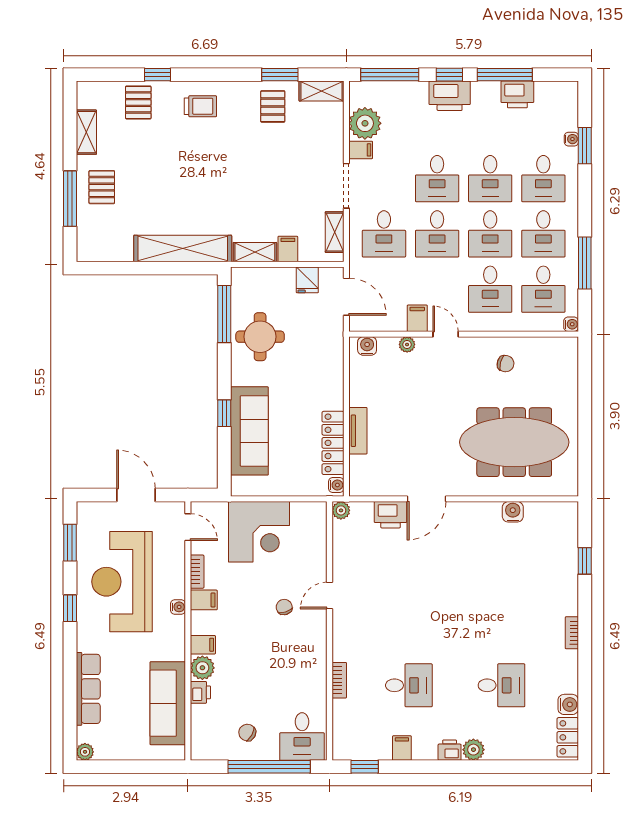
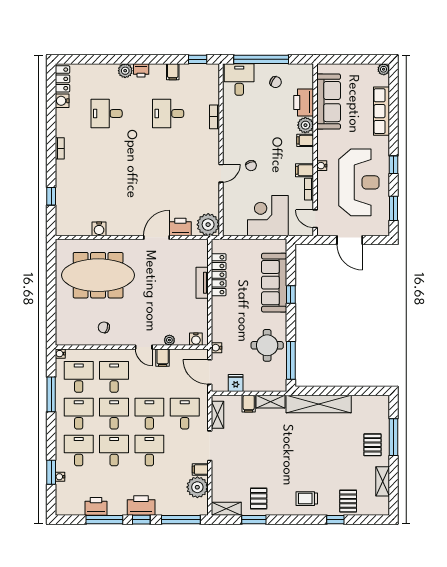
water cooler: (336, 485) -> (216, 348), moved
plant: (341, 510) -> (208, 225), width x1.88, depth x1.88
printer: (200, 692) -> (304, 102), width x1.87, depth x1.48

